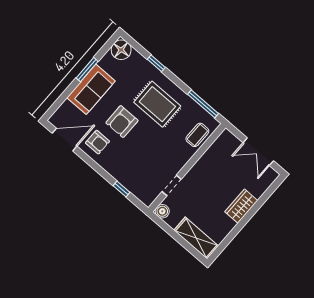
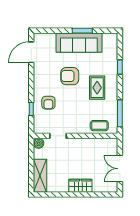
floor lamp: (121, 50) -> (110, 40), removed
sofa: (91, 89) -> (79, 43), width x1.36
rug: (157, 104) -> (97, 88), width x0.73, depth x0.70
door: (65, 140) -> (31, 52), swing flipped
armchair: (98, 142) -> (48, 103), moved

